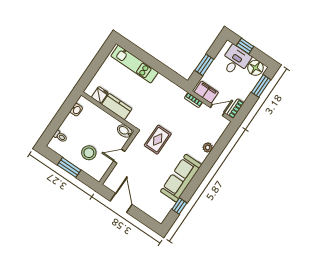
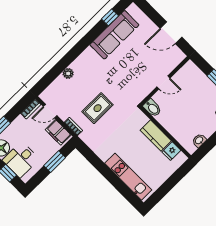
rug: (158, 140) -> (98, 108), moved
stool: (89, 153) -> (195, 92), removed
sofa: (181, 178) -> (114, 35), moved
door: (121, 203) -> (171, 33), hinge flipped

